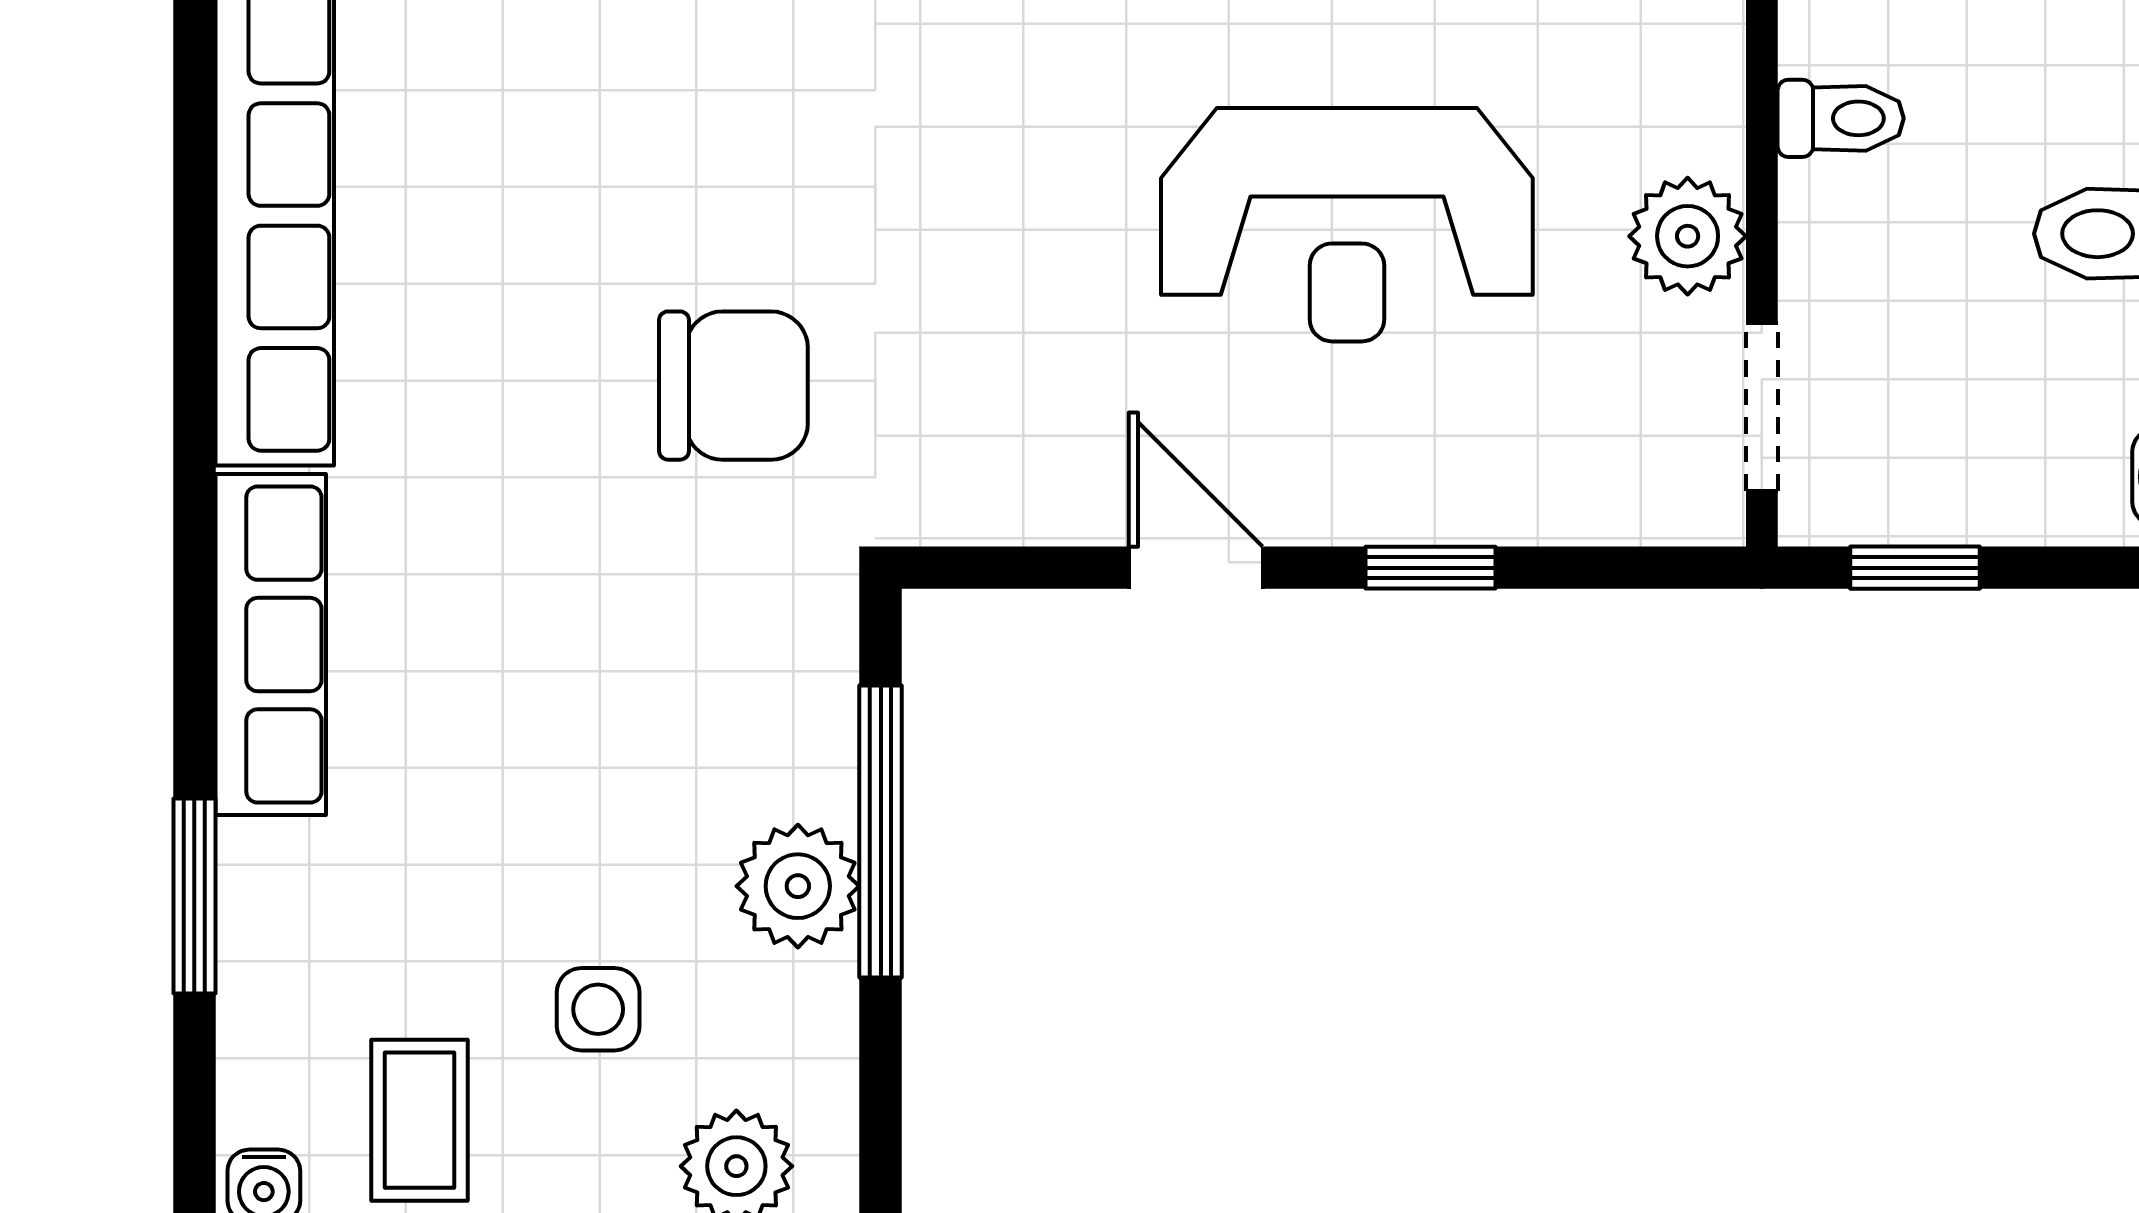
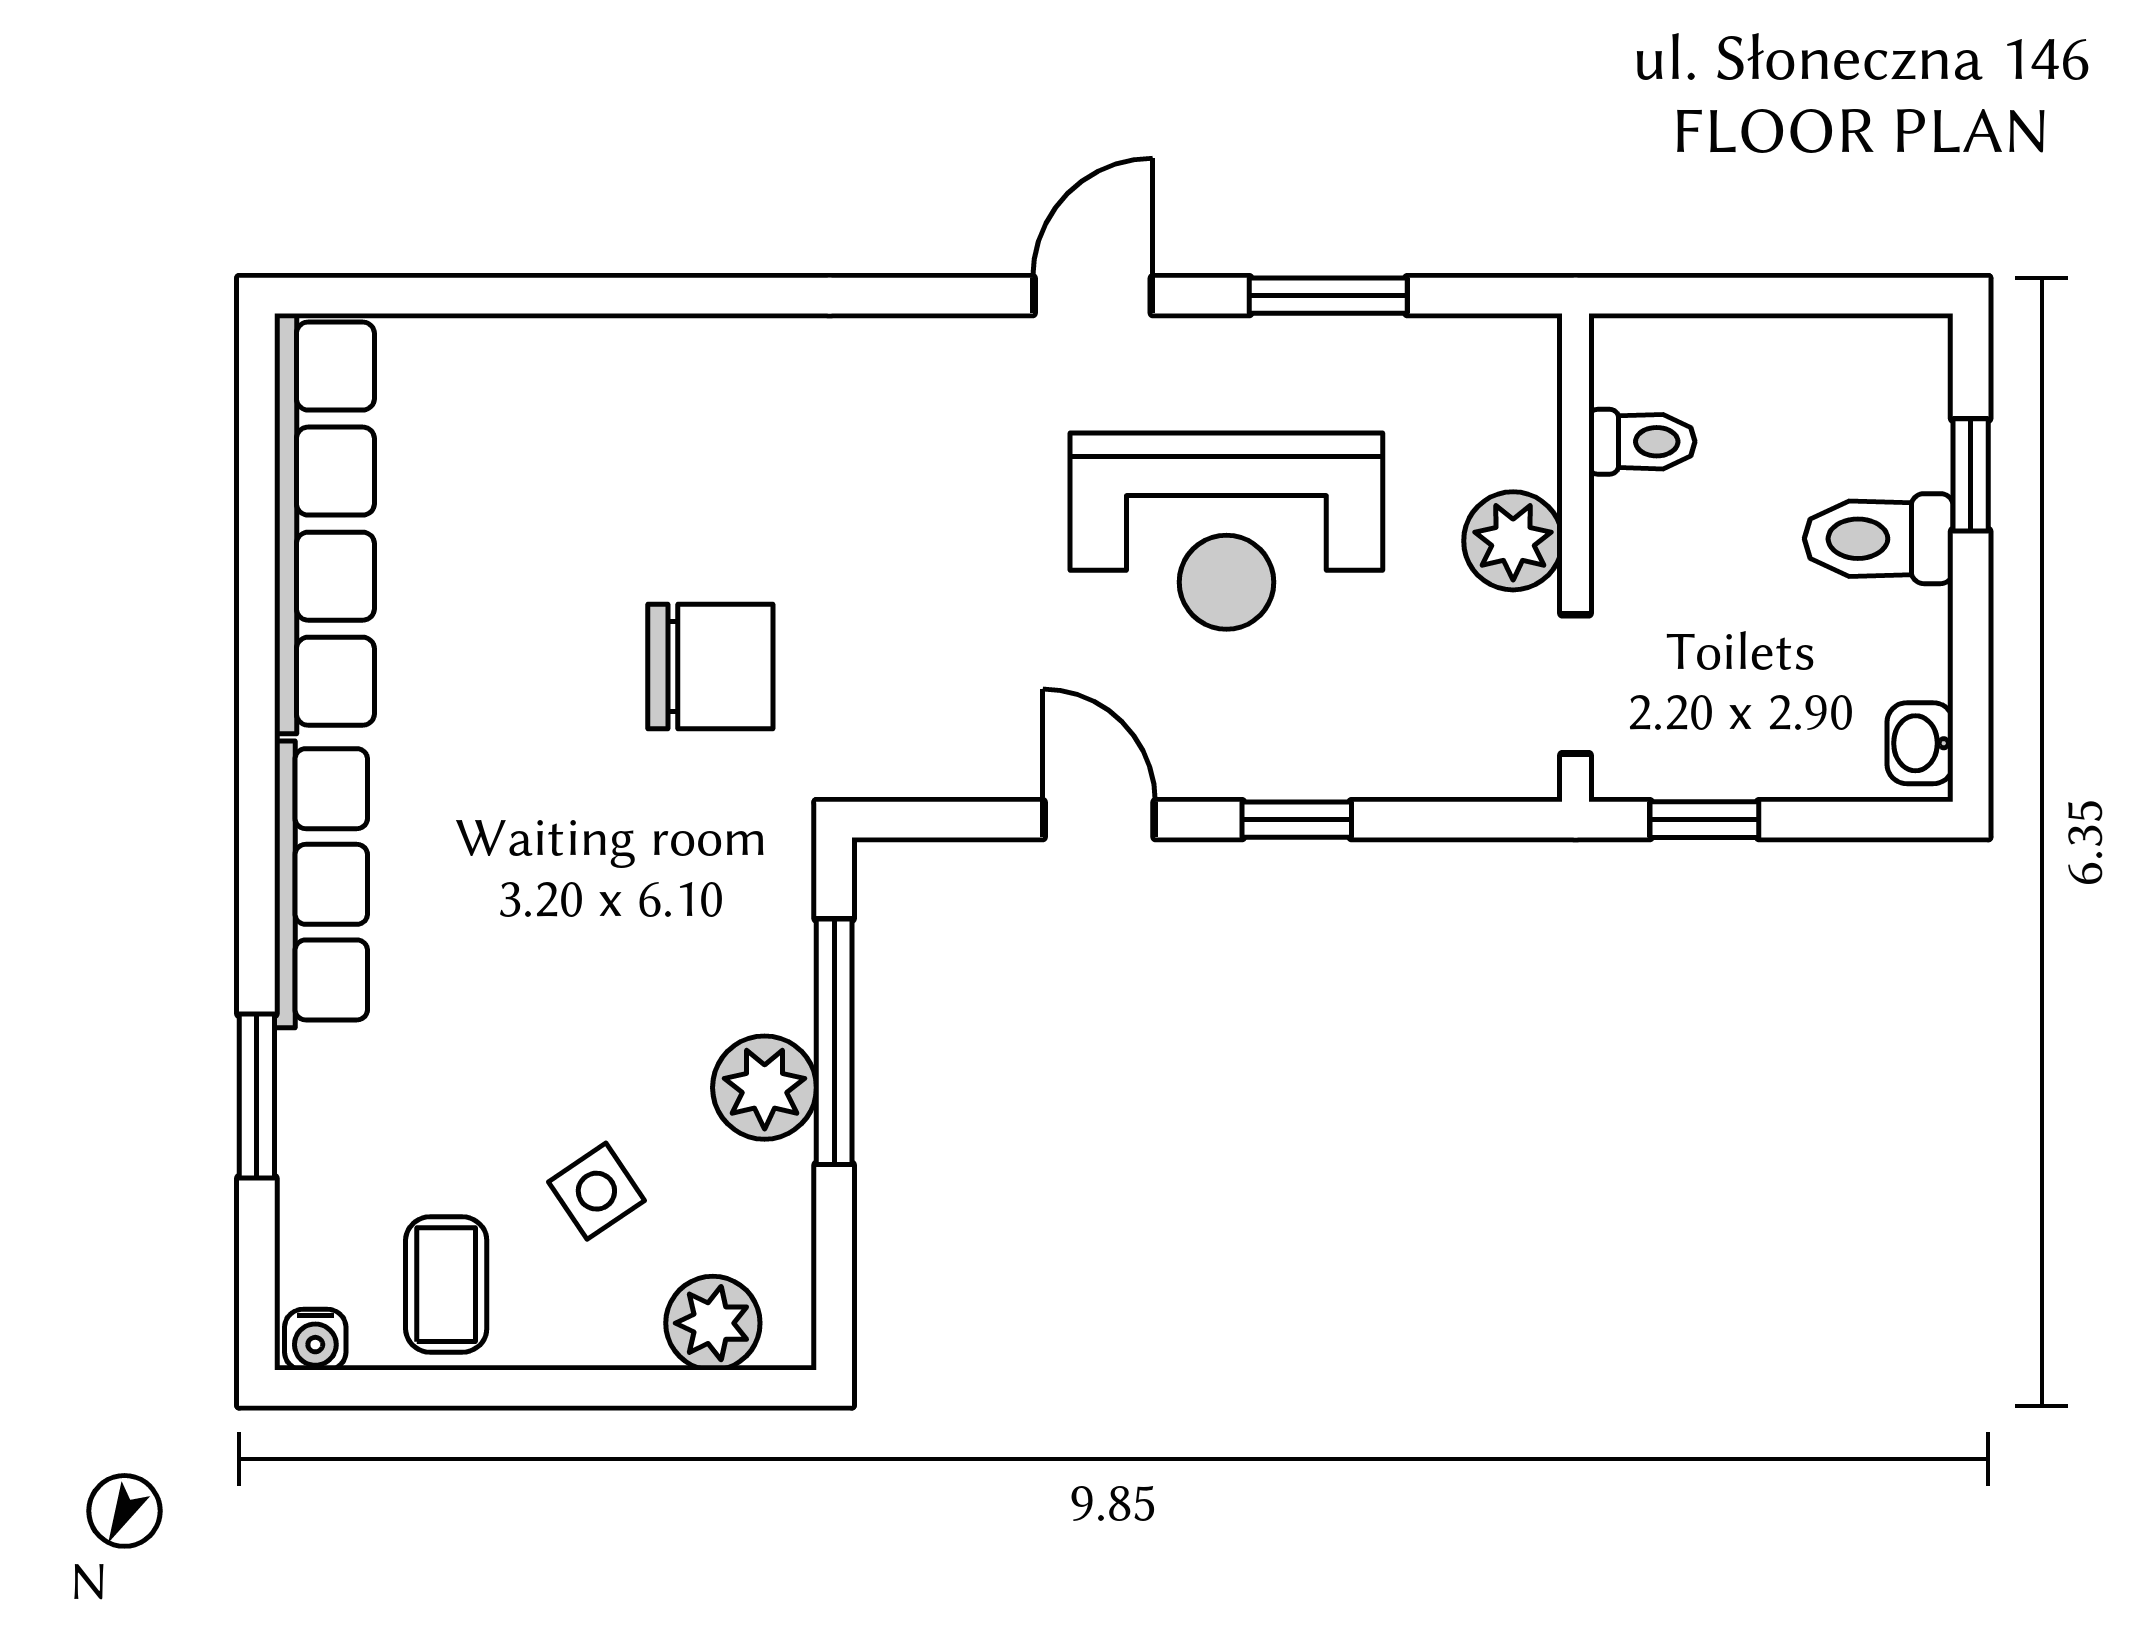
side table: (598, 1009) -> (596, 1191), turned -34

